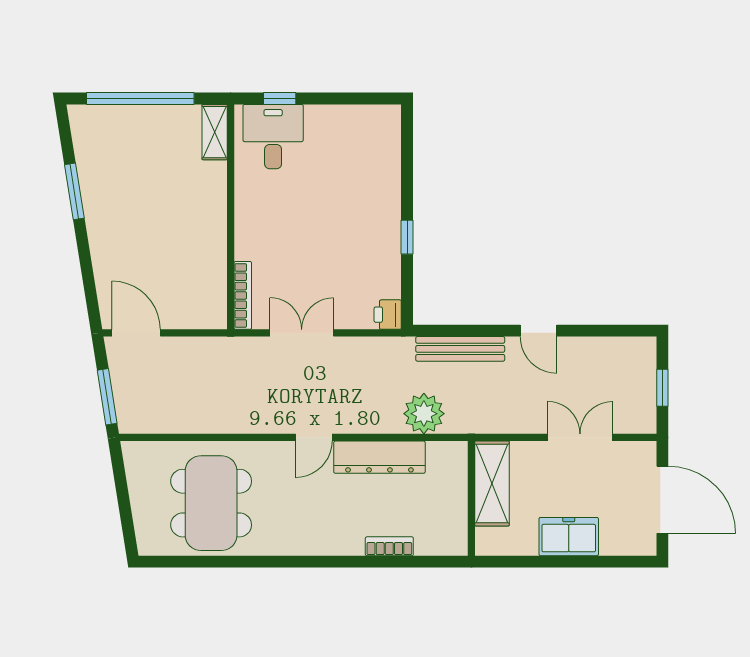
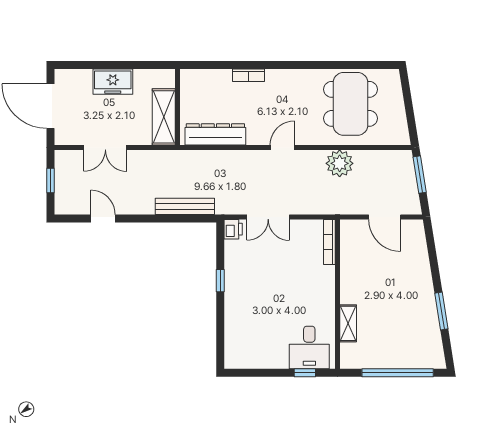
shelving: (215, 132) -> (348, 323), moved
door: (539, 331) -> (103, 218), moved
door: (136, 333) -> (385, 217), moved
double door: (302, 333) -> (268, 217), moved
plant: (424, 414) -> (340, 163), moved
dresser: (379, 457) -> (215, 134), moved
bookcase: (389, 546) -> (248, 75), moved

